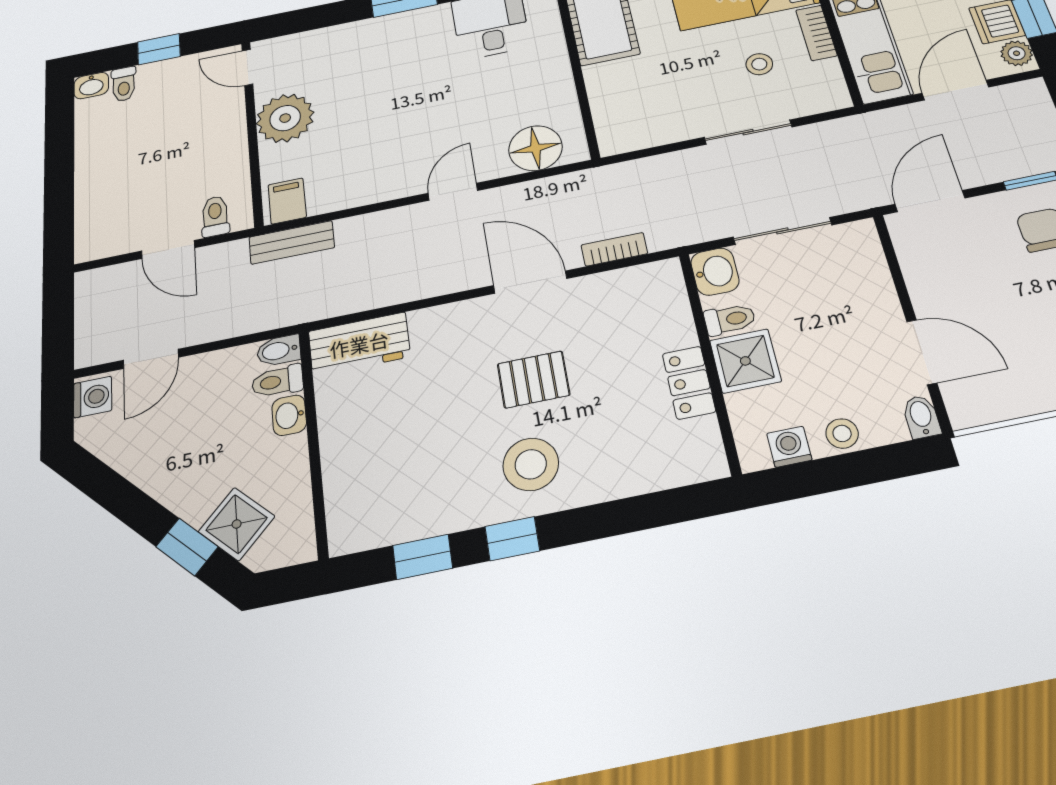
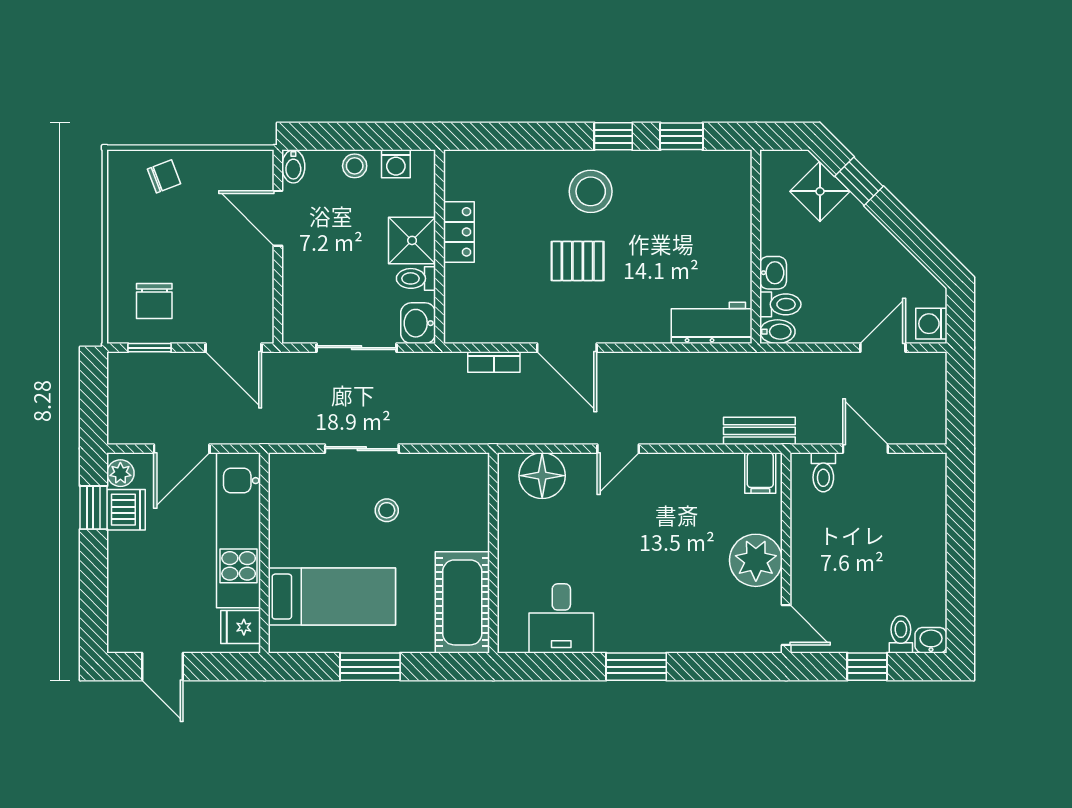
bookcase: (816, 33) -> (280, 536), removed
stool: (759, 64) -> (387, 510), moved
door: (930, 201) -> (233, 348), hinge flipped

